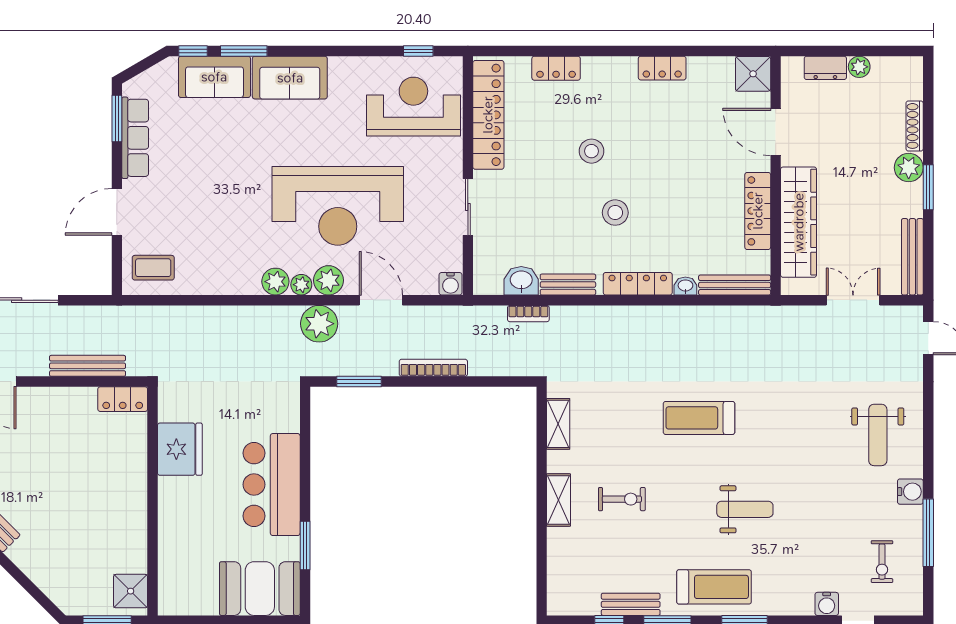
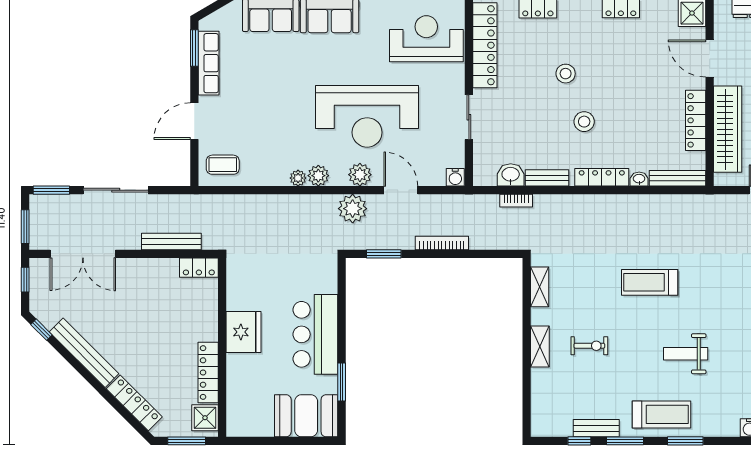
plant: (301, 285) -> (298, 178), moved
fridge: (180, 449) -> (244, 332), moved
weight bench: (745, 509) -> (686, 354), turned 180
locker: (135, 533) -> (208, 373), added
locker: (40, 572) -> (134, 403), added

